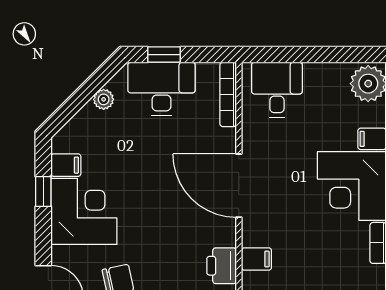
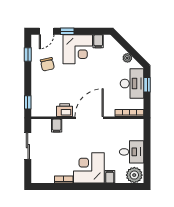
desk: (277, 90) -> (132, 152), moved
window: (43, 192) -> (67, 31), moved
printer: (222, 266) -> (65, 110), moved

